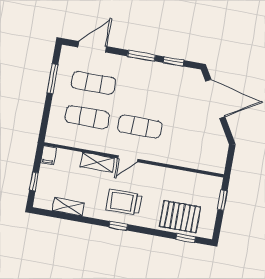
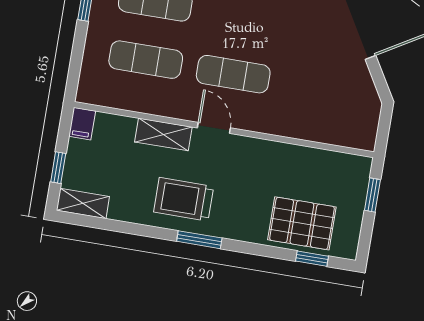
door: (128, 159) -> (214, 128), swing flipped
trolley: (124, 202) -> (184, 199), moved
shelving: (68, 207) -> (83, 203), moved
window: (118, 226) -> (199, 240), width x1.50

